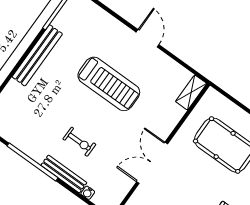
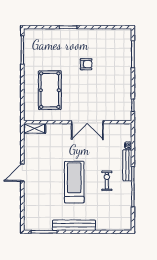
treadmill: (109, 84) -> (74, 182), moved
exercise bike: (79, 142) -> (107, 181), moved

